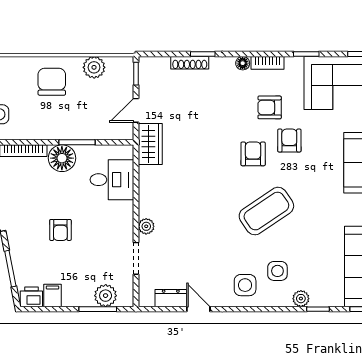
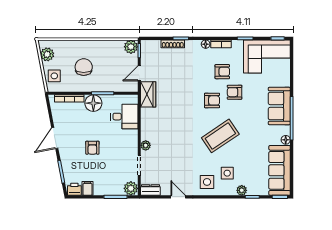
plant: (94, 67) -> (131, 47), moved
chair: (52, 82) -> (84, 67), moved
armchair: (270, 107) -> (222, 72), turned 180
armchair: (289, 141) -> (235, 92), turned -90
armchair: (253, 154) -> (212, 100), turned 90
plant: (106, 296) -> (131, 188), moved
dresser: (171, 298) -> (150, 190), moved

